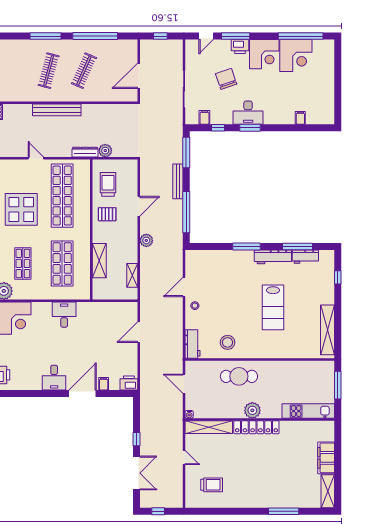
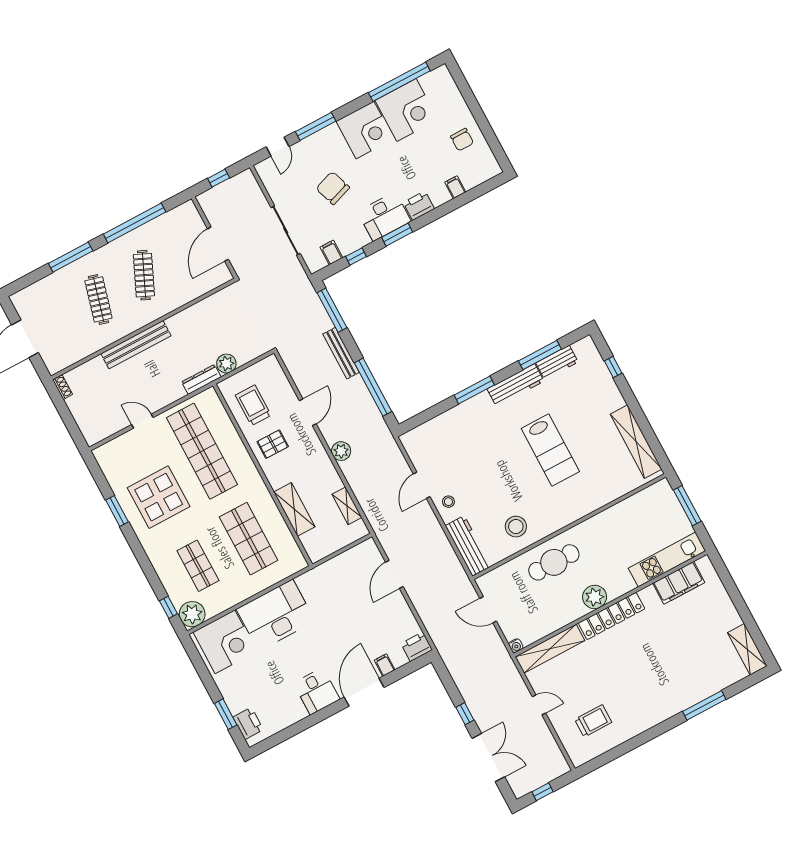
printer: (240, 47) -> (419, 206), moved, turned 180
chair: (320, 91) -> (462, 140), added
desk: (64, 315) -> (276, 615), width x1.87, depth x1.30
workbench: (192, 344) -> (468, 546), width x1.38
filing cabinet: (326, 458) -> (679, 583), moved, turned -90

